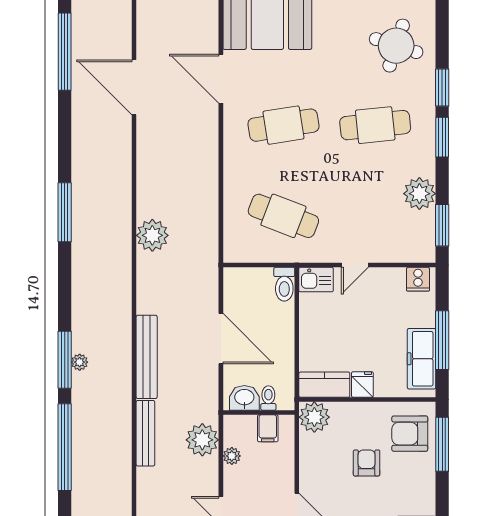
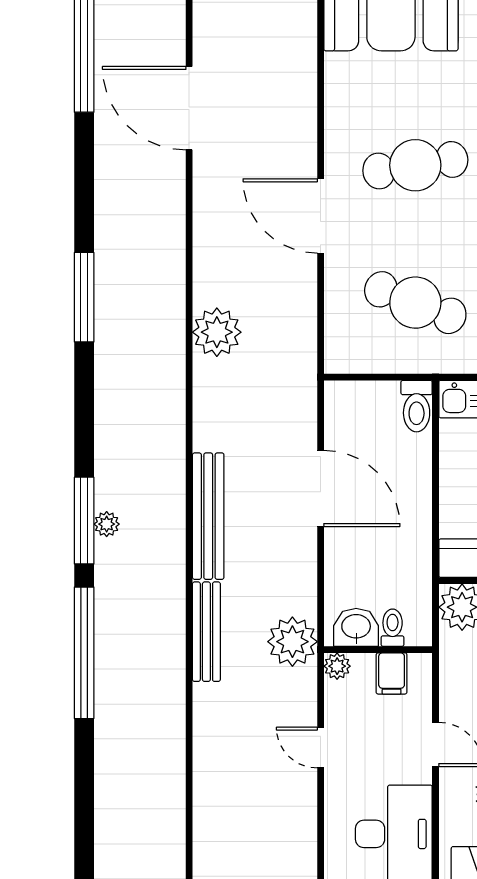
door: (221, 79) -> (321, 216), moved
washbasin: (244, 398) -> (356, 627), moved
toilet: (268, 398) -> (393, 628), moved
wall: (259, 413) -> (378, 650), moved
filing cabinet: (268, 428) -> (392, 673), moved

